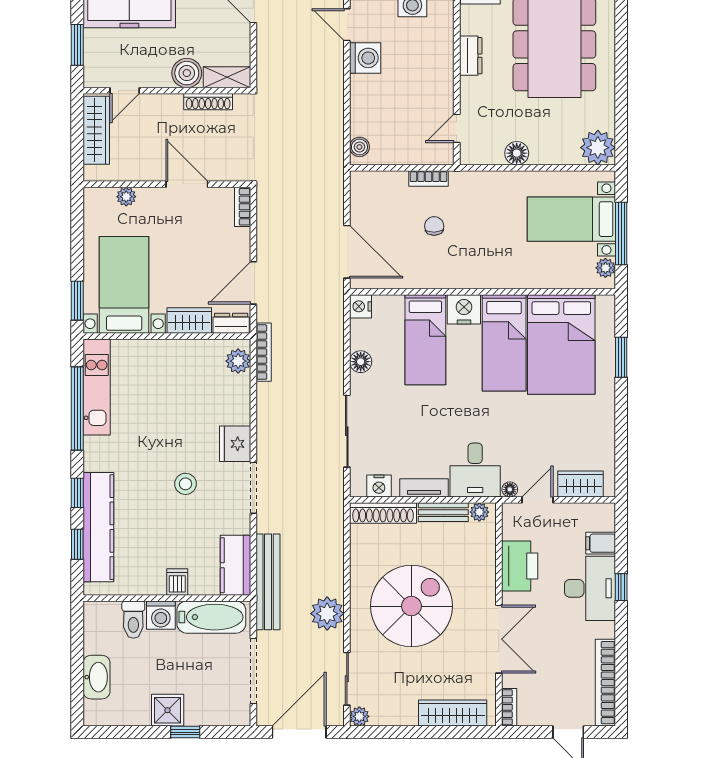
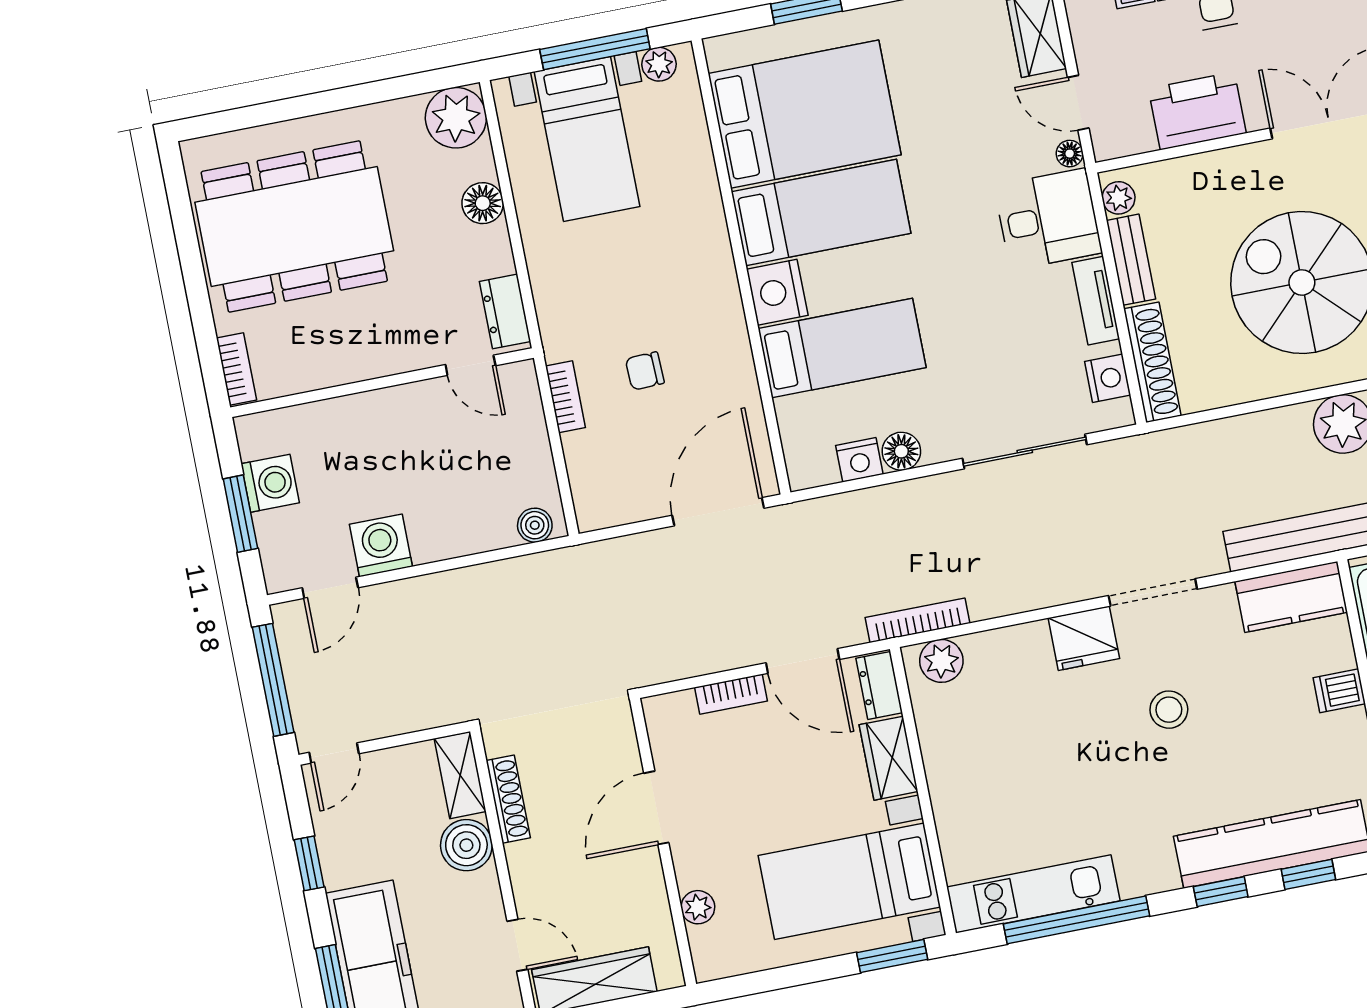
dresser: (471, 56) -> (505, 311), moved, turned -90
floor lamp: (517, 153) -> (483, 203), moved
bookcase: (243, 207) -> (731, 694), moved
nightstand: (360, 306) -> (859, 460), moved

